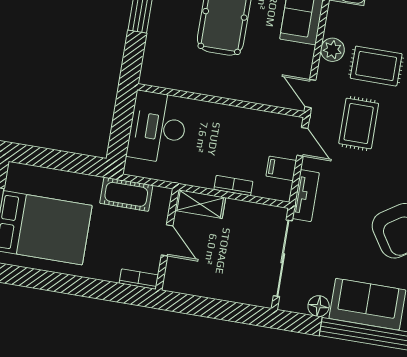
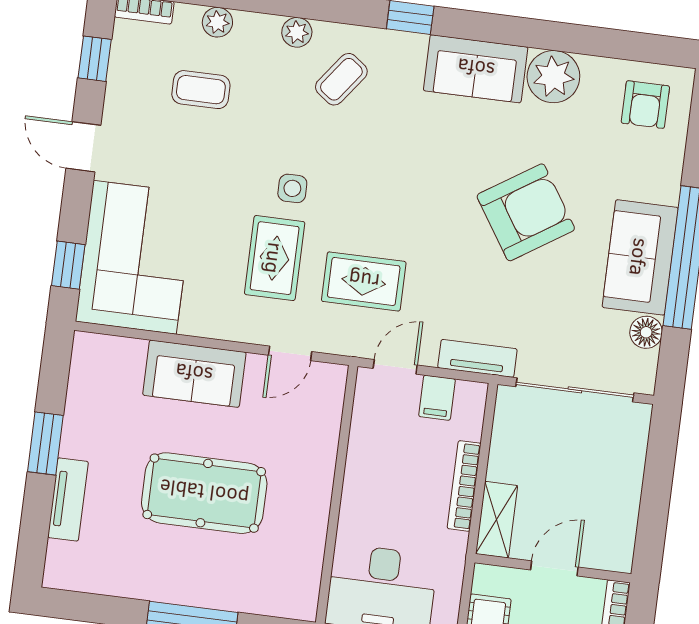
plant: (332, 50) -> (252, 326), removed
door: (310, 94) -> (290, 353), moved
bookcase: (233, 186) -> (464, 486), width x1.56

